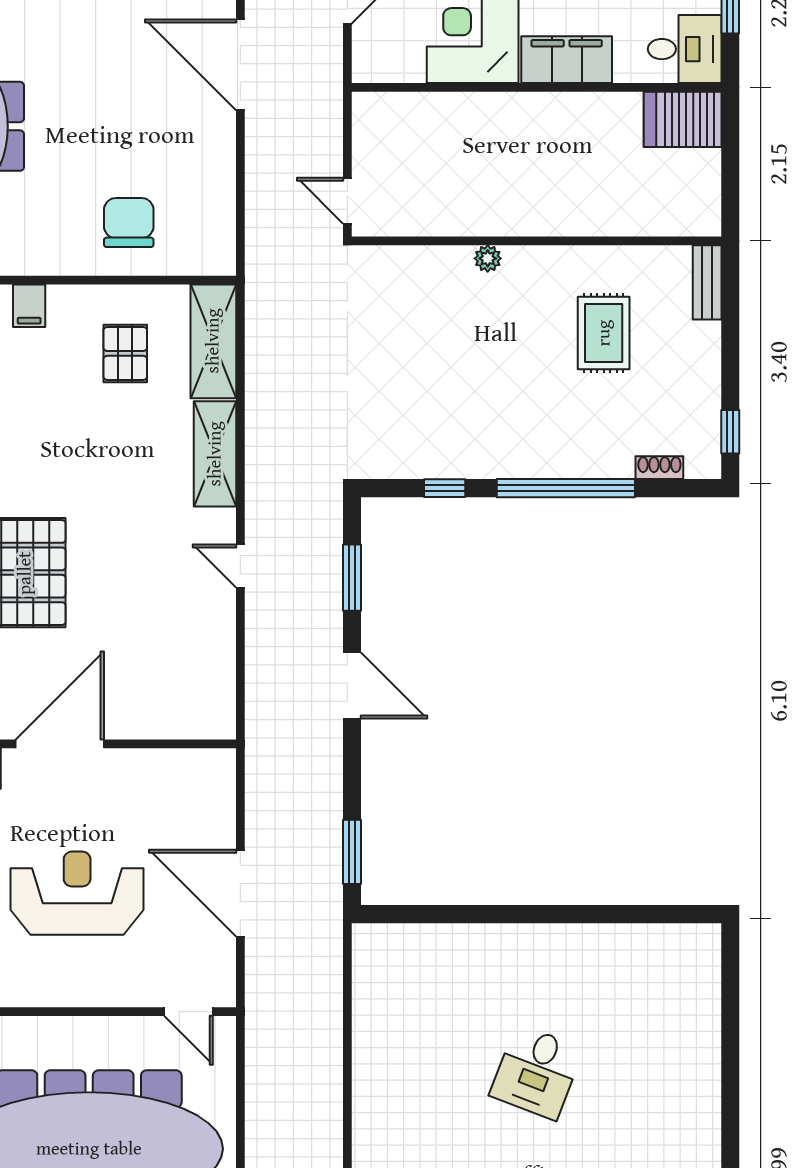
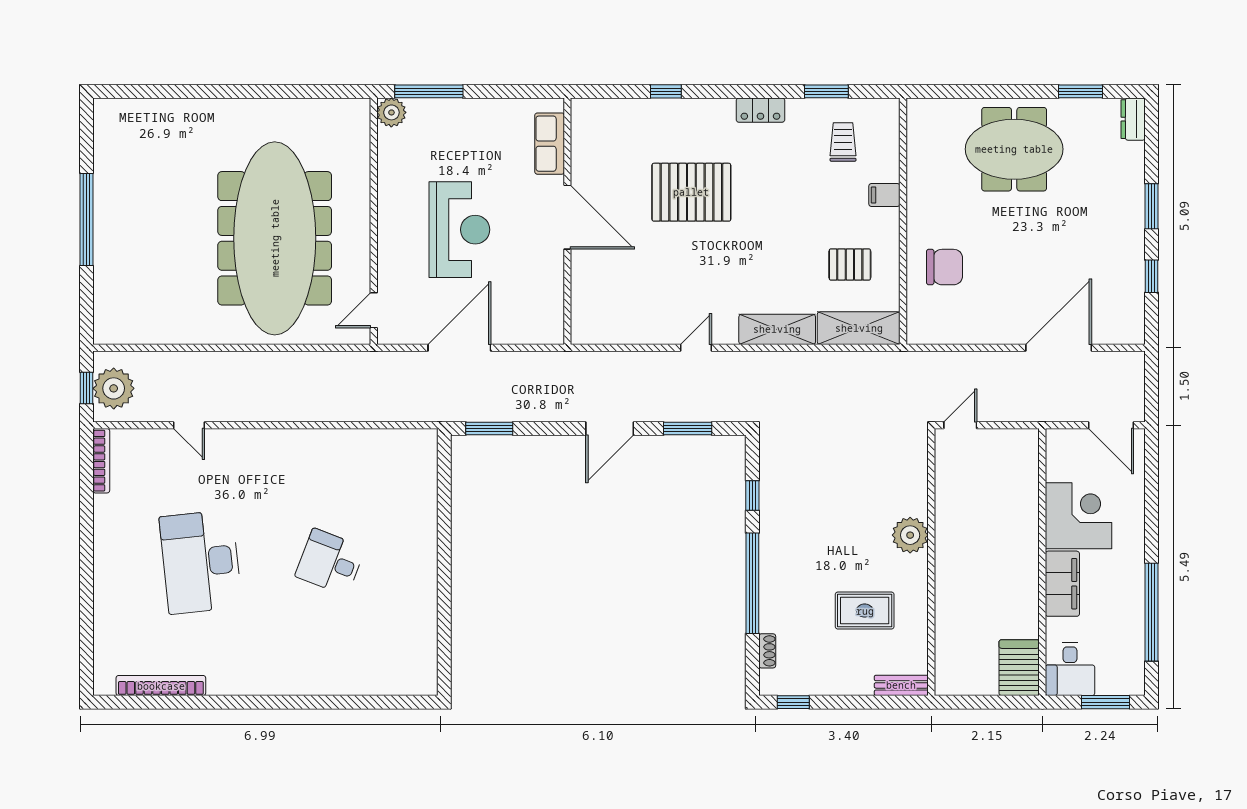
plant: (488, 258) -> (910, 535), width x1.88, depth x1.88

